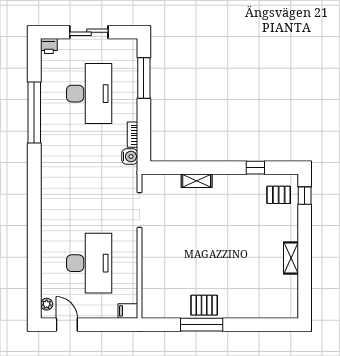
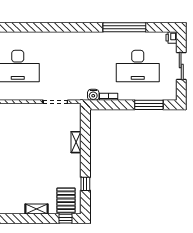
pallet: (279, 195) -> (66, 200), width x1.50, depth x1.42
shelving: (291, 258) -> (36, 209), moved

